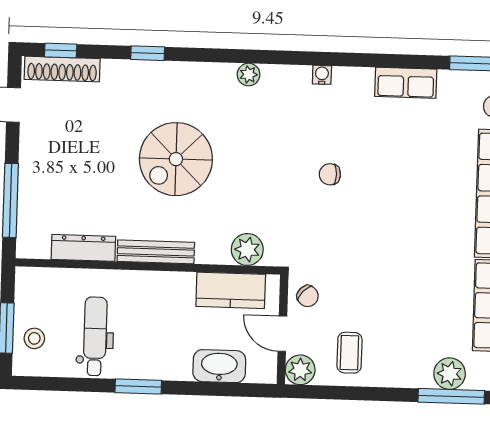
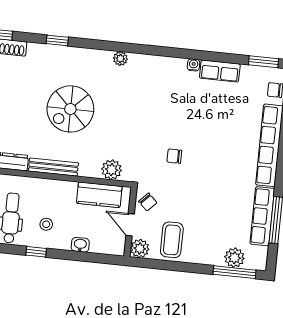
water cooler: (322, 75) -> (194, 65), moved
chair: (330, 174) -> (174, 156), moved
stool: (151, 342) -> (46, 224), added
coffee table: (349, 353) -> (172, 240), width x1.36, depth x1.30
washbasin: (219, 366) -> (80, 245), width x0.52, depth x0.69
window: (138, 386) -> (36, 252), width x0.67

